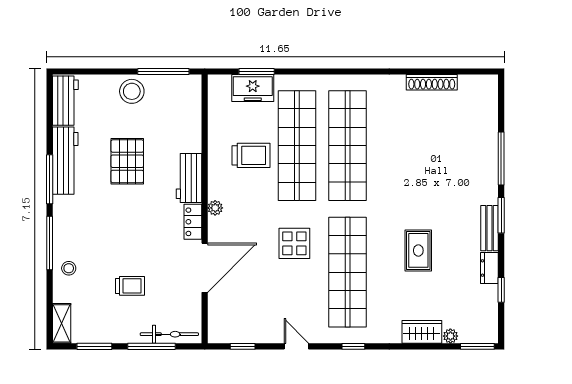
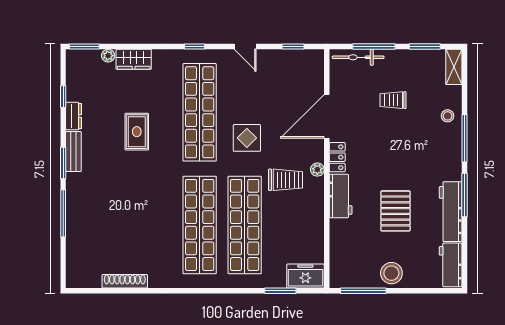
freezer: (253, 88) -> (305, 276), moved
trolley: (251, 155) -> (286, 180), moved, turned 180

